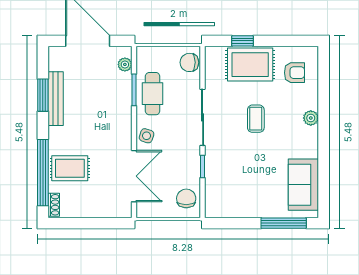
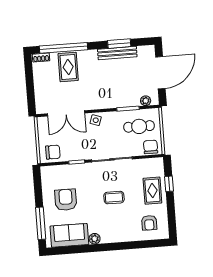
rug: (250, 65) -> (152, 191), width x0.73, depth x0.70
cafe table: (153, 94) -> (139, 126), moved
plant: (311, 118) -> (95, 239), moved
armchair: (254, 186) -> (66, 200), added

